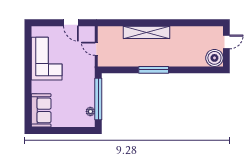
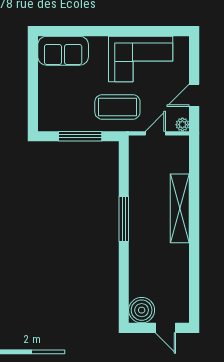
coffee table: (79, 74) -> (117, 107), added
window: (98, 99) -> (80, 136), width x0.68
plant: (90, 111) -> (182, 125), moved

